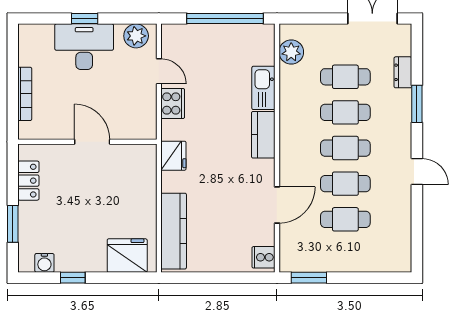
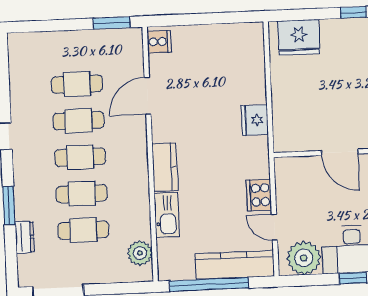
plant: (136, 36) -> (304, 258), width x1.36, depth x1.36
fridge: (173, 156) -> (255, 120), moved
kitchen counter: (174, 231) -> (234, 265), moved, turned 90

